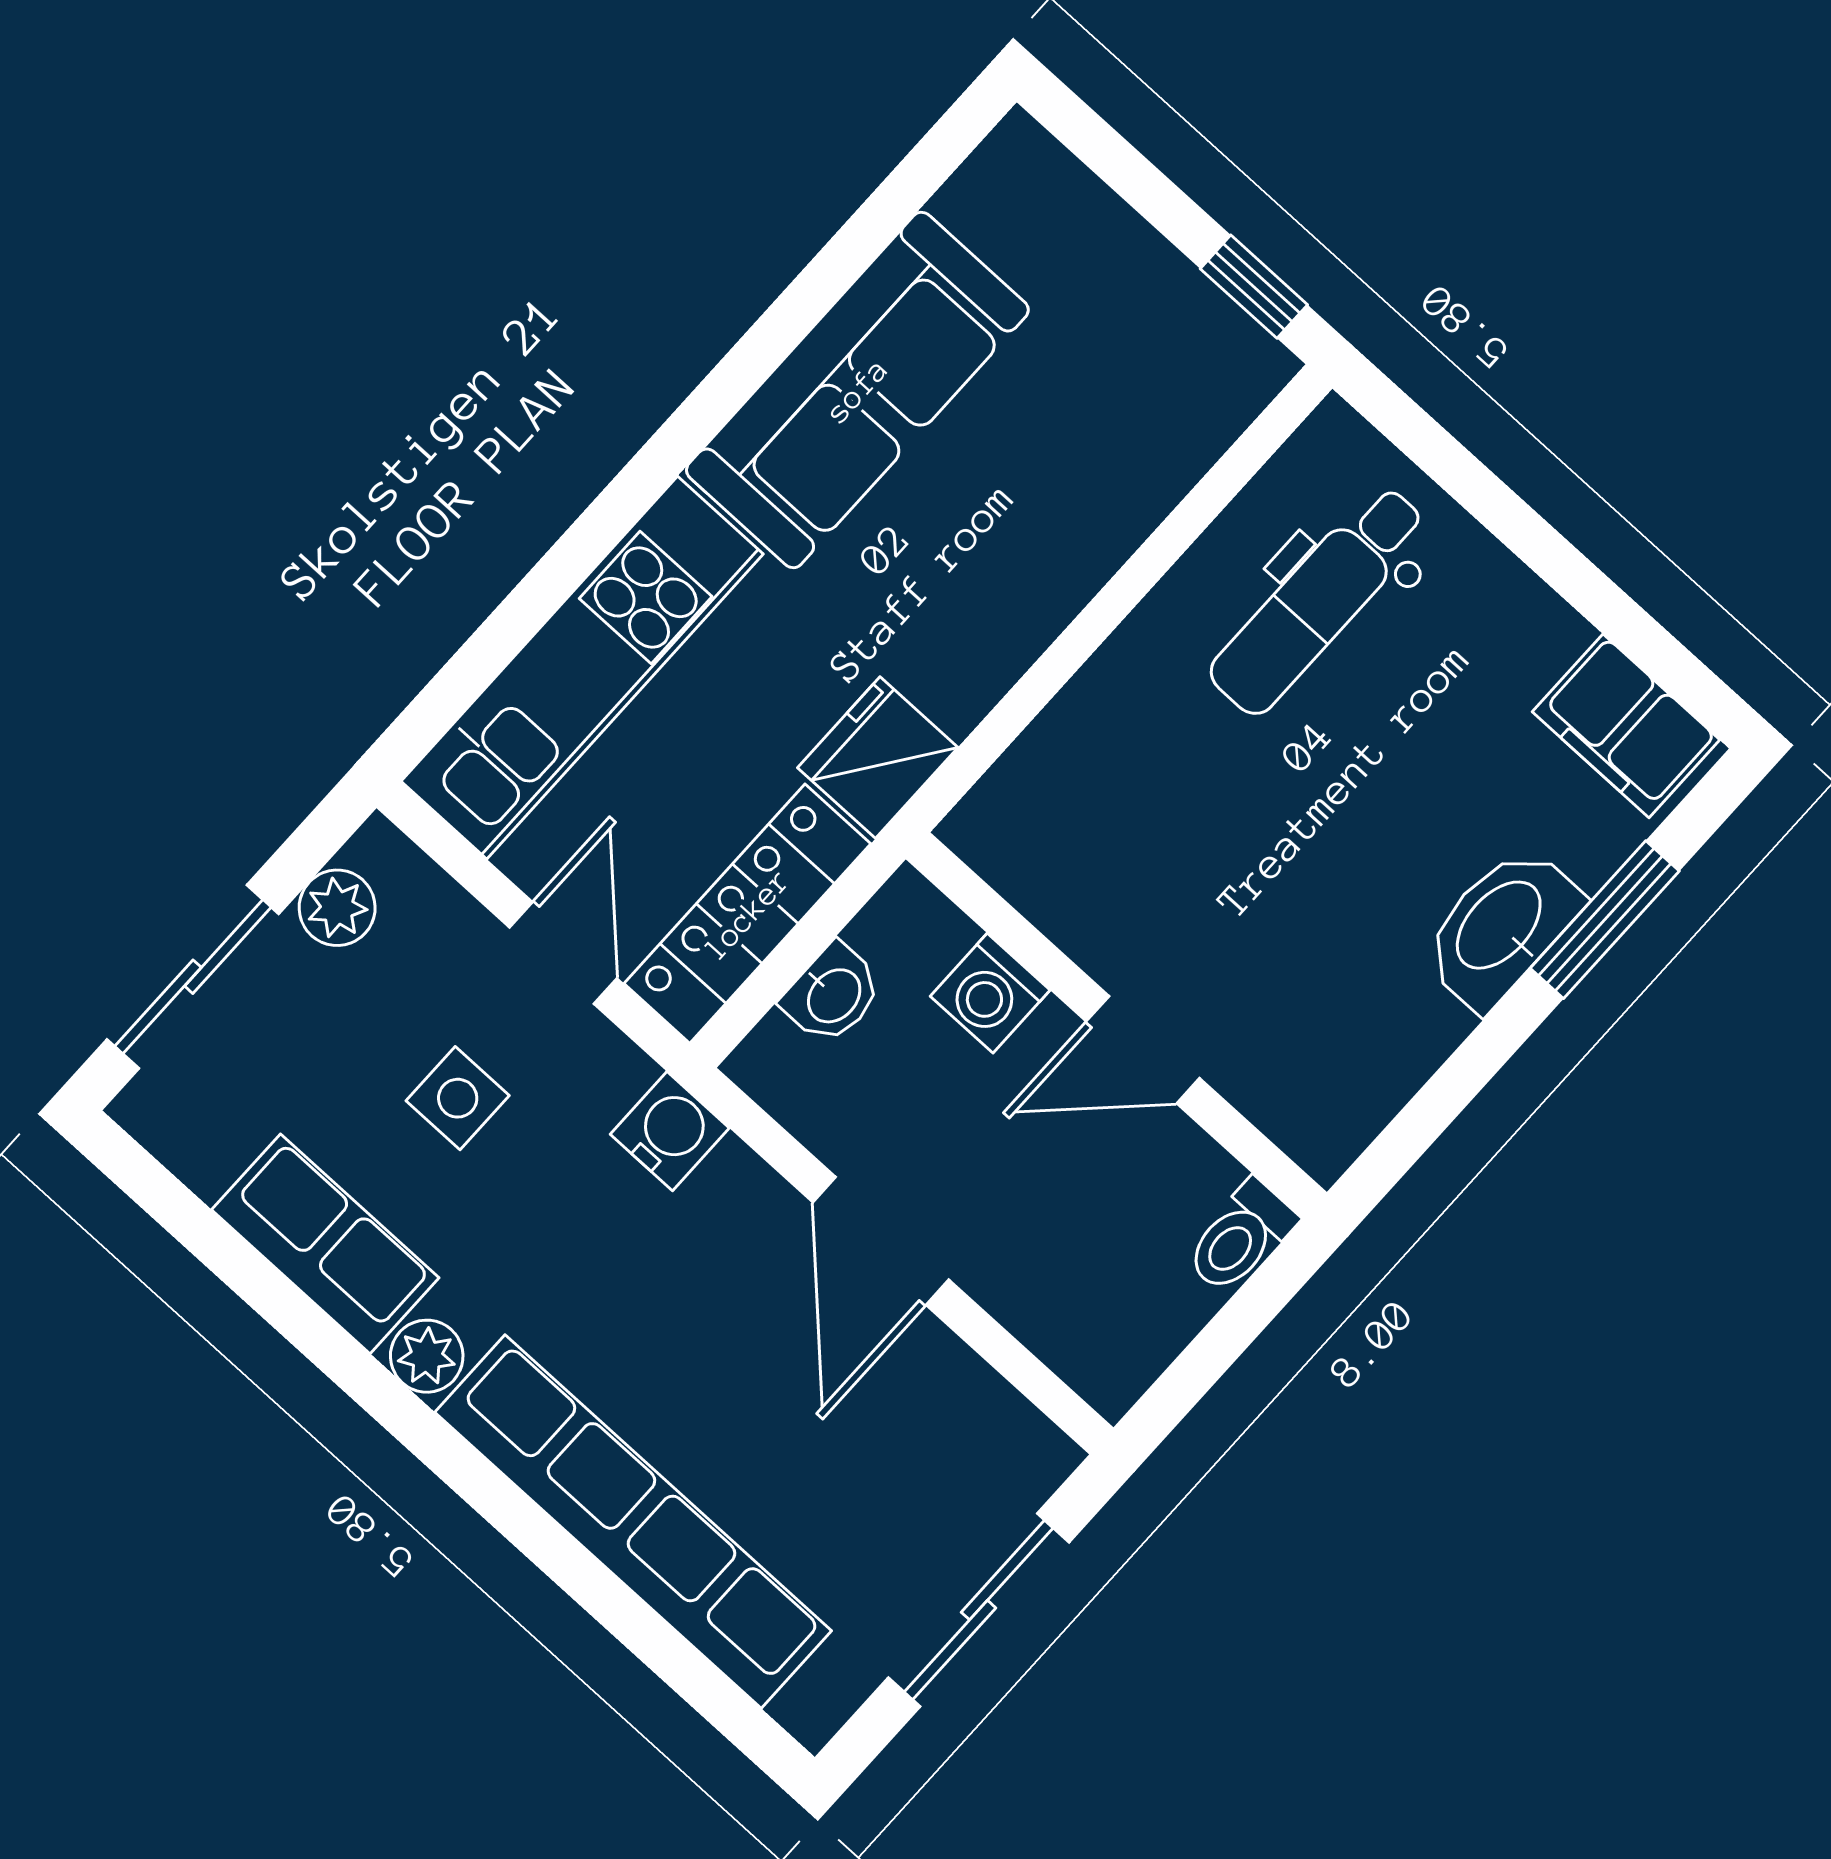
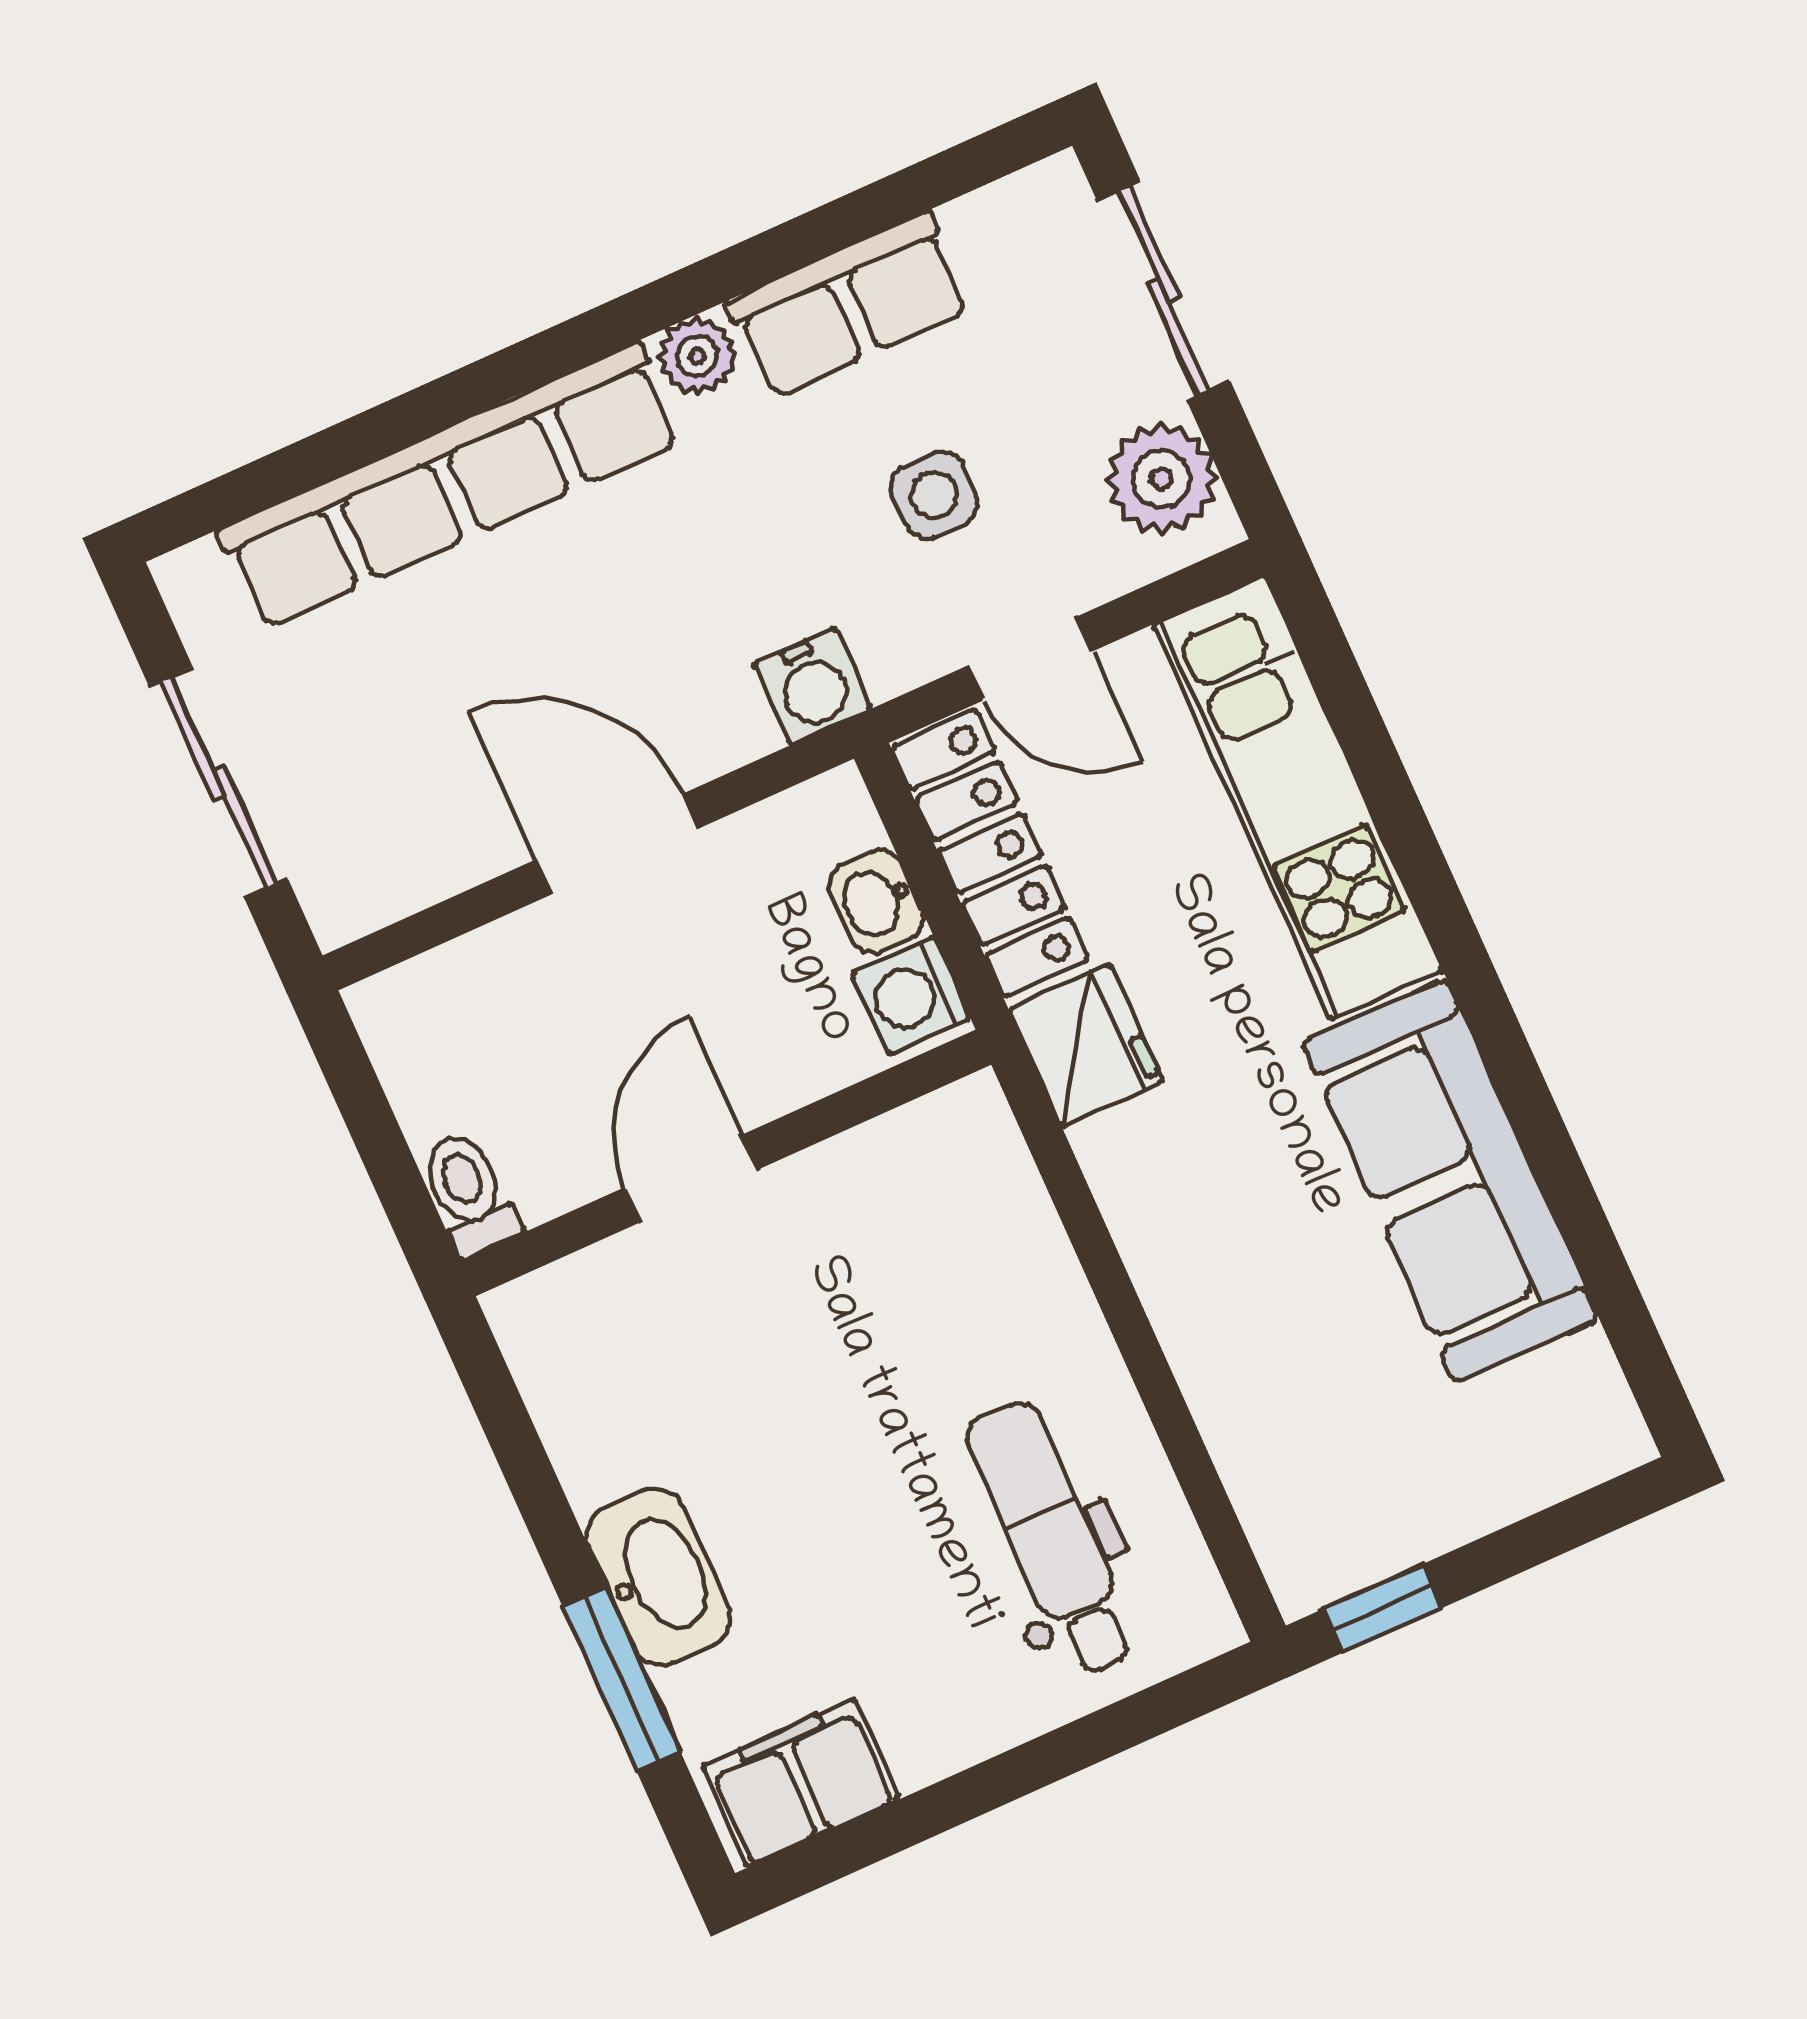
plant: (337, 908) -> (1162, 479), width x1.38, depth x1.38
washing machine: (990, 993) -> (911, 996), moved, turned -90

